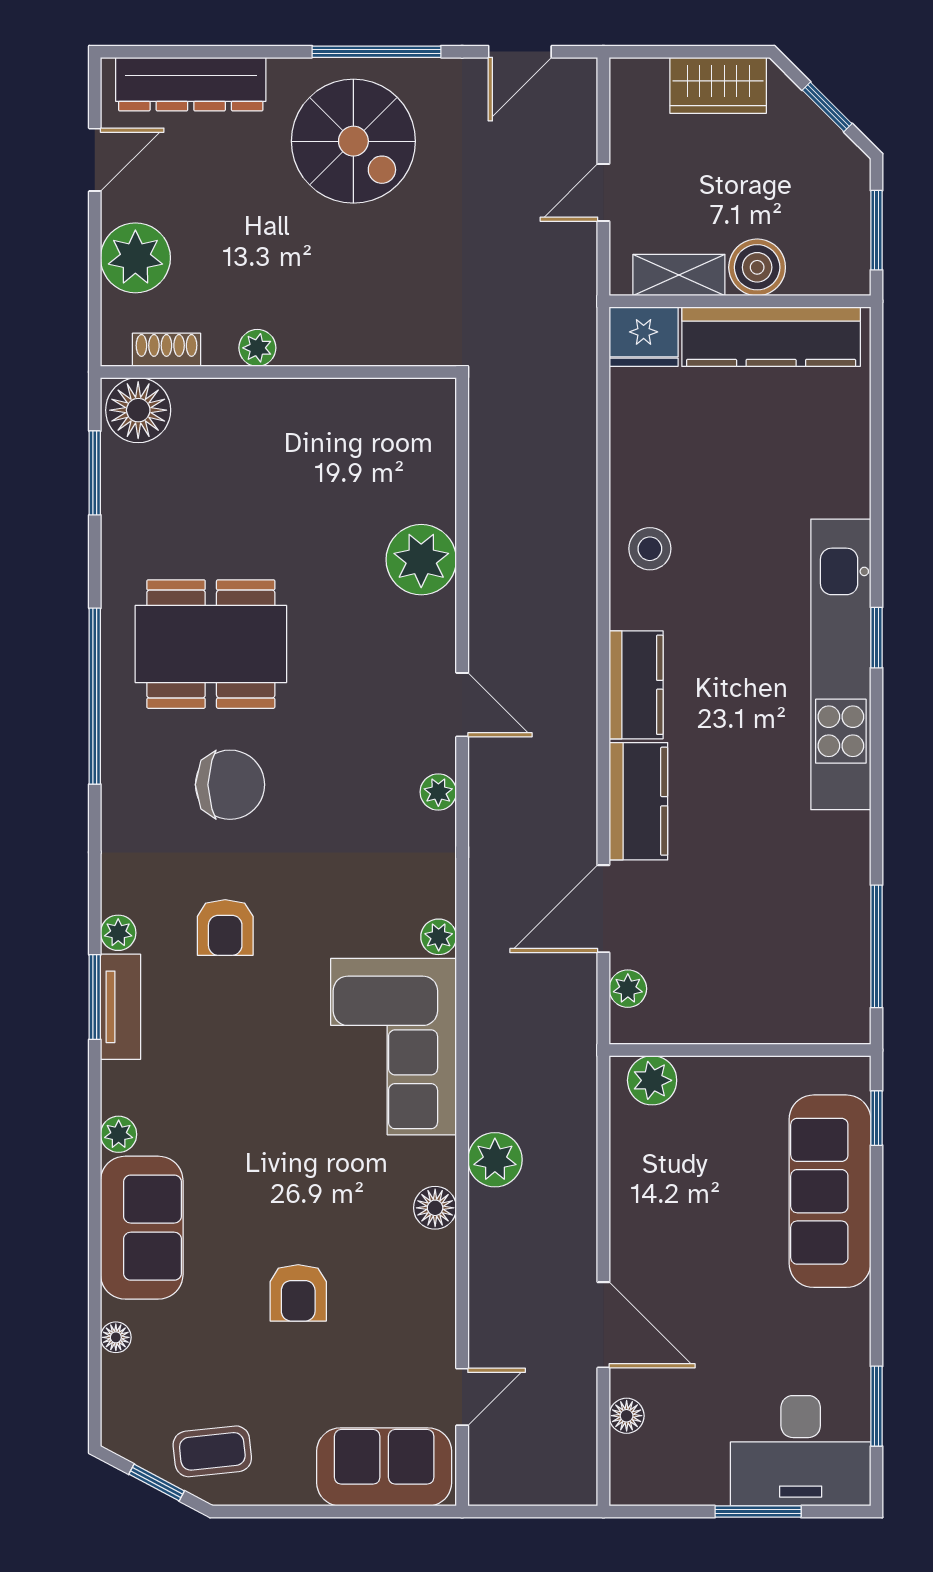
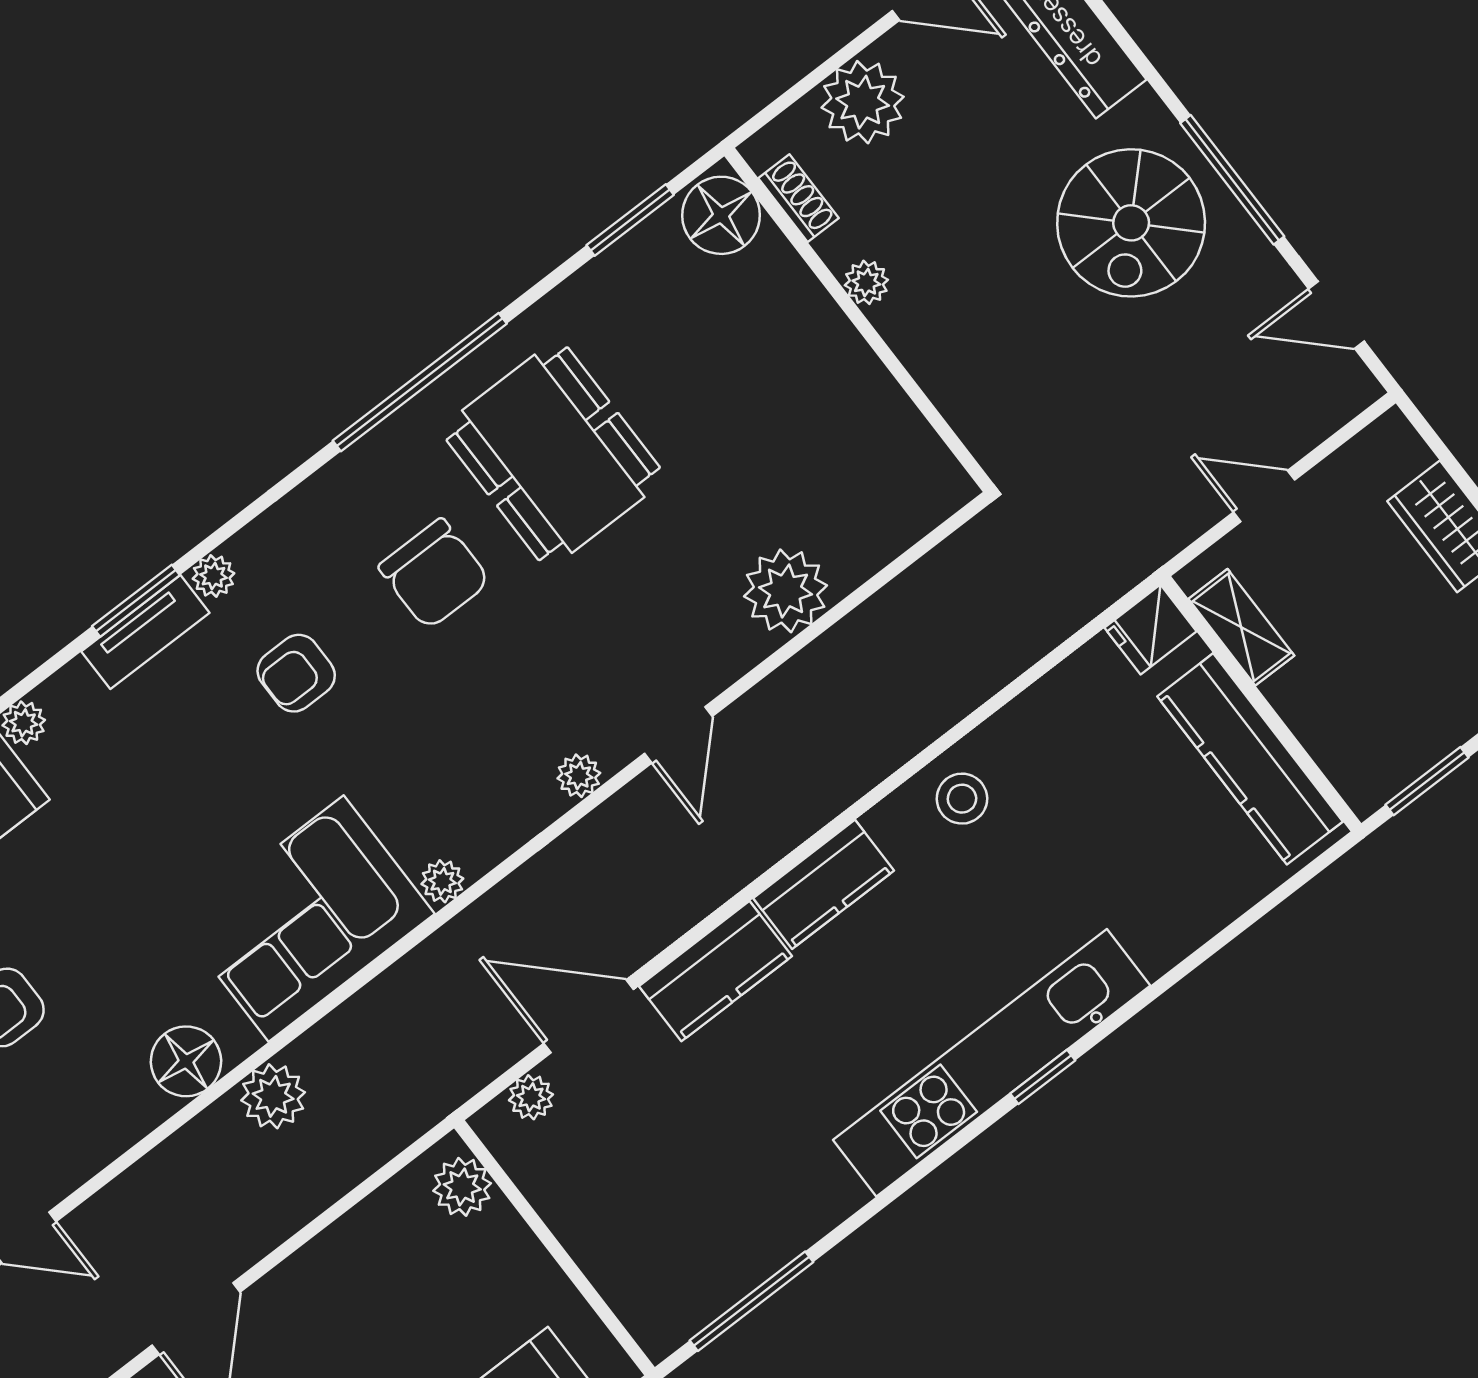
boiler: (757, 267) -> (1305, 695), removed
fridge: (644, 337) -> (1150, 630), width x0.72
floor lamp: (435, 1208) -> (186, 1061), width x1.38, depth x1.38

